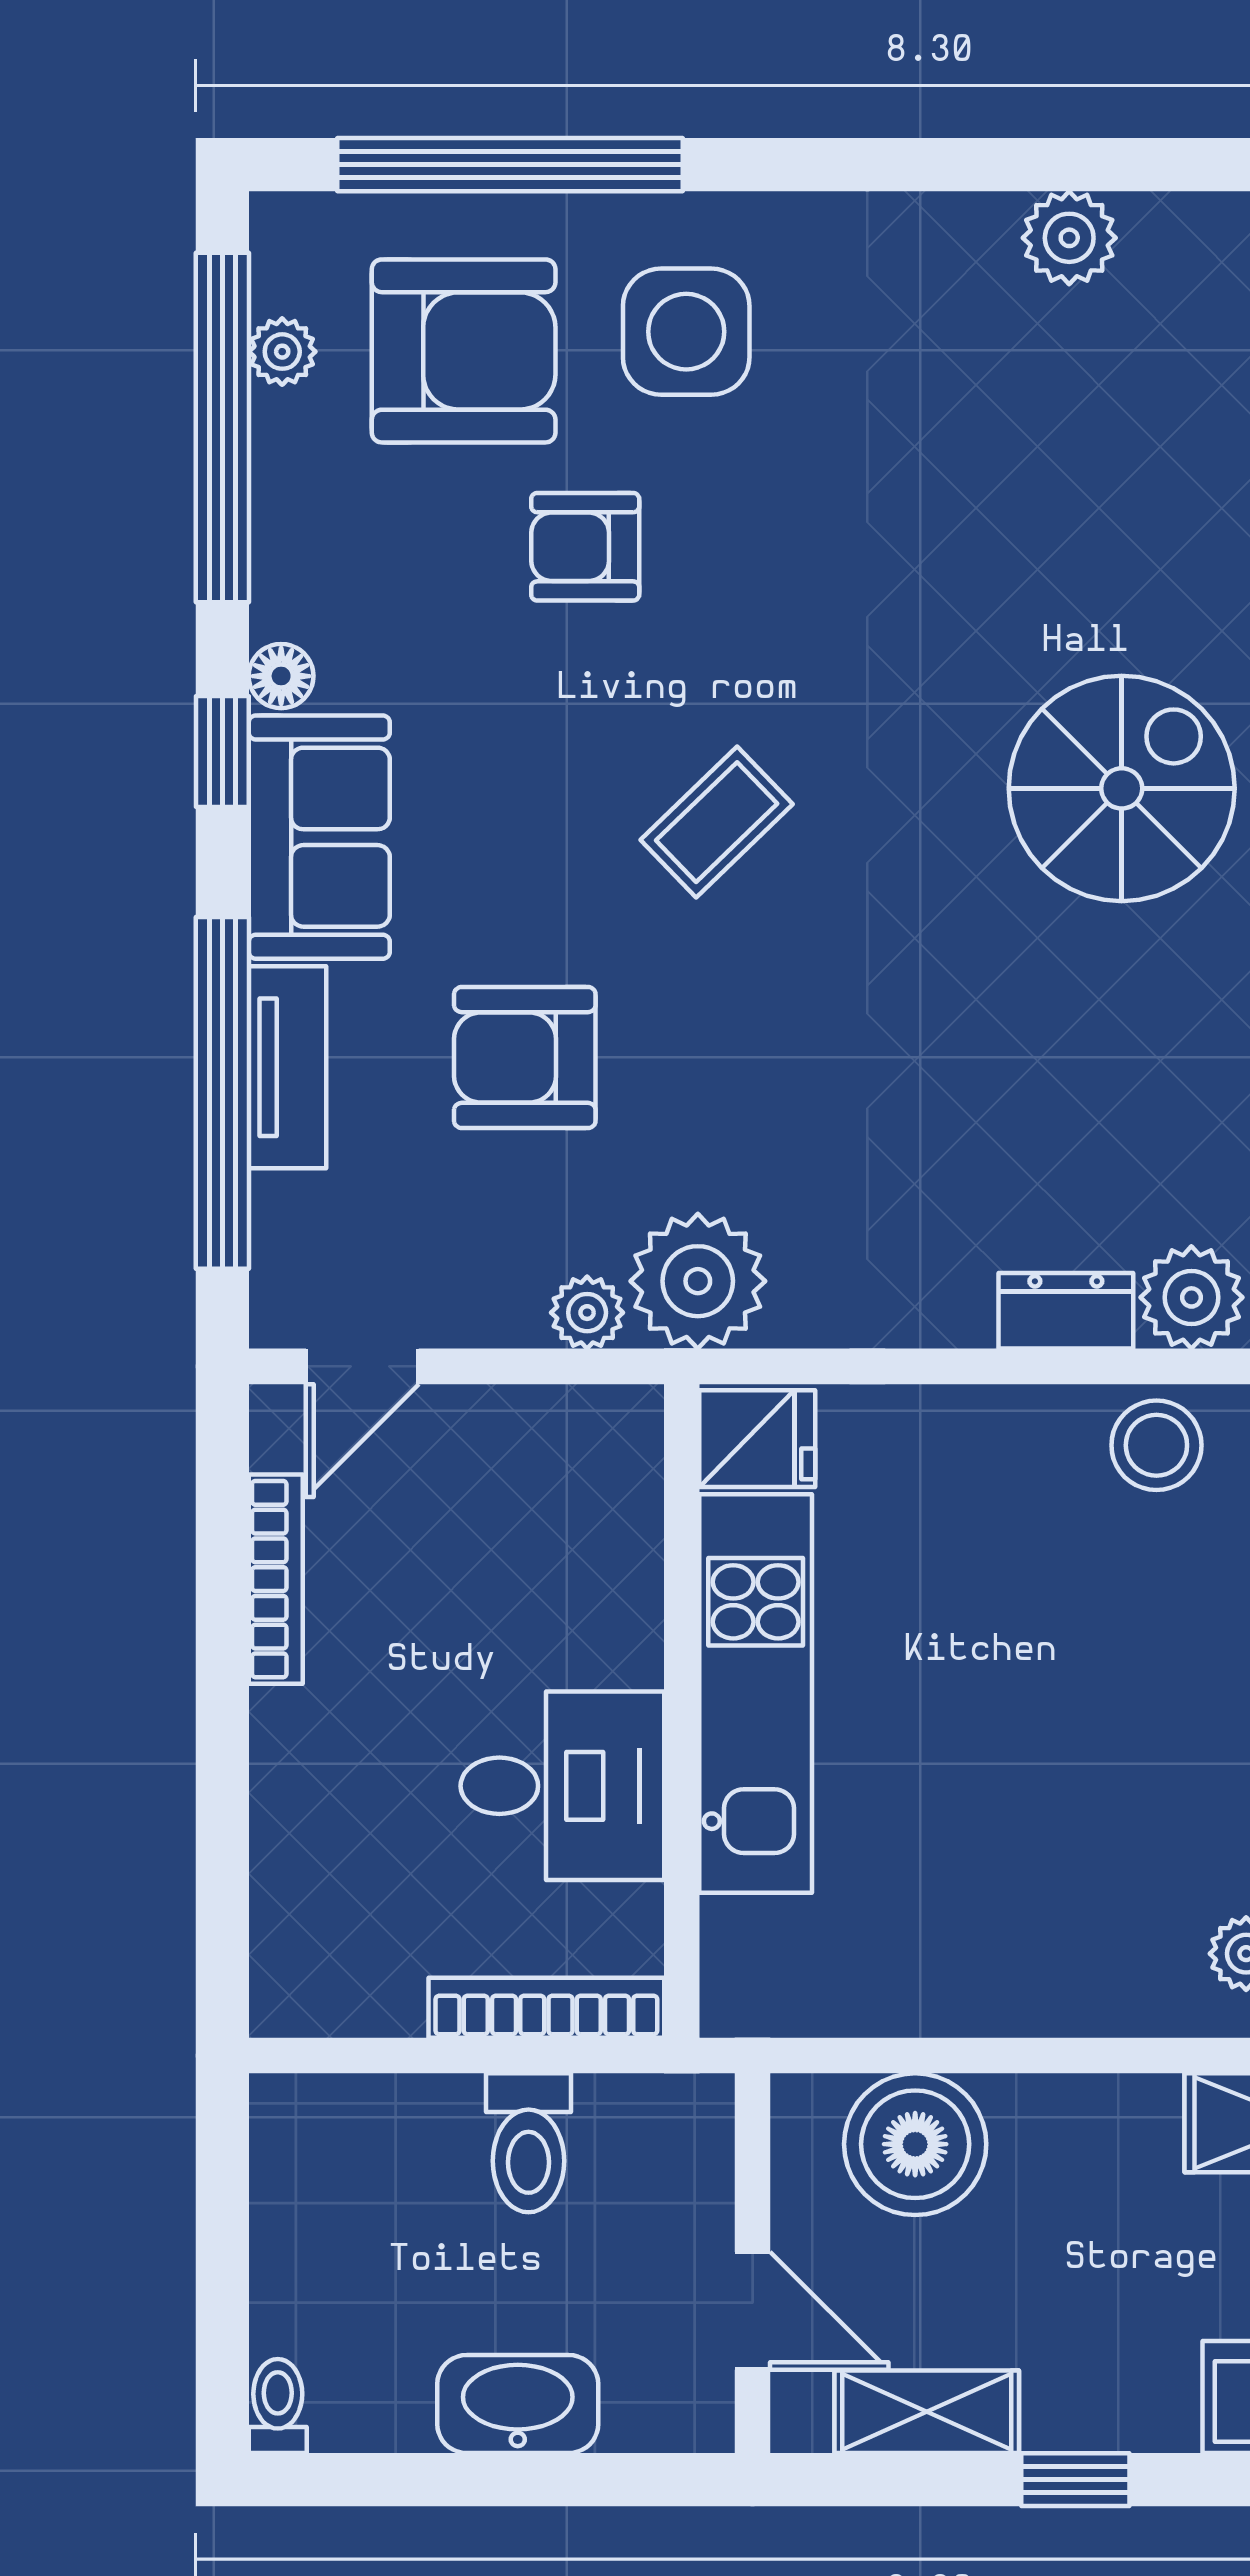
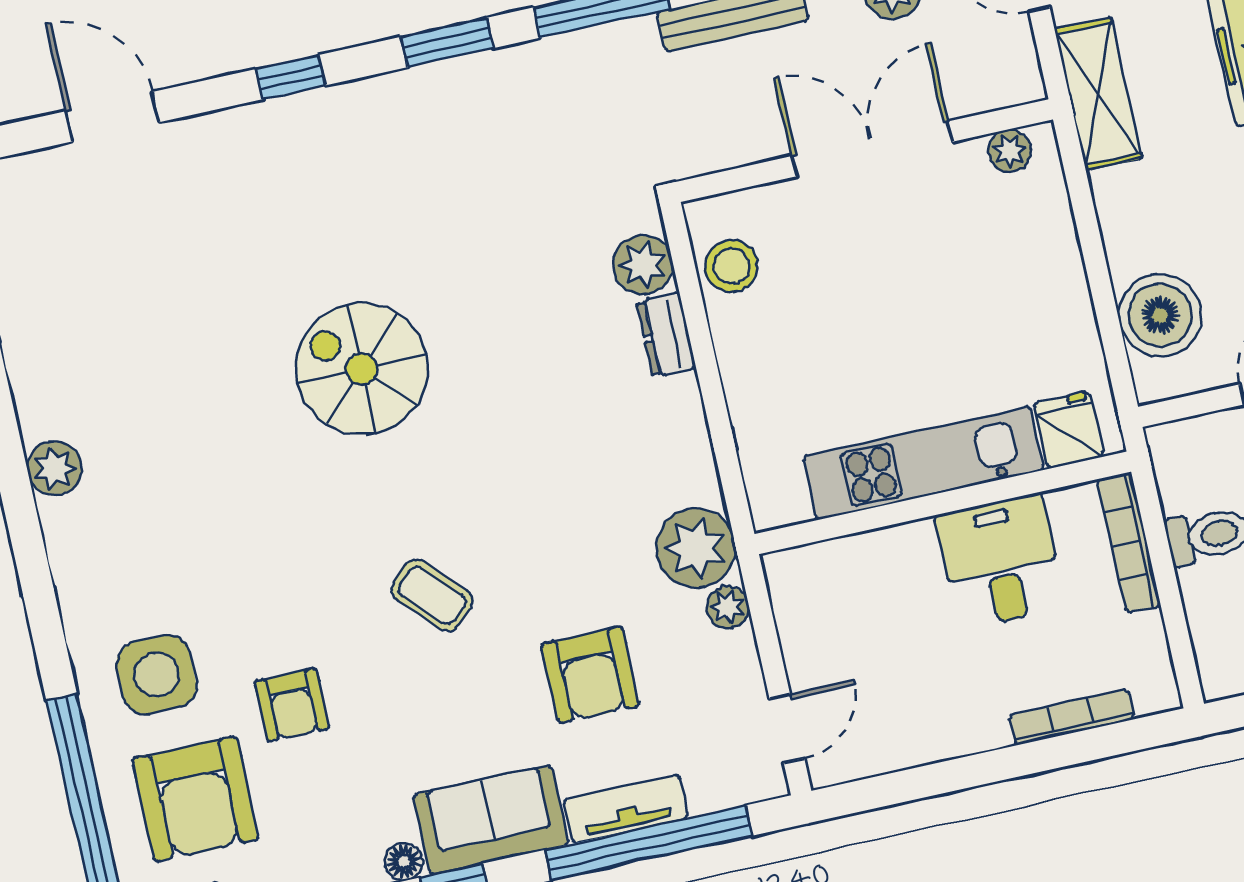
armchair: (464, 351) -> (196, 799), turned 180
door: (362, 1366) -> (787, 728), hinge flipped
fridge: (757, 1439) -> (1069, 430), moved
bookcase: (276, 1579) -> (1072, 717), moved

